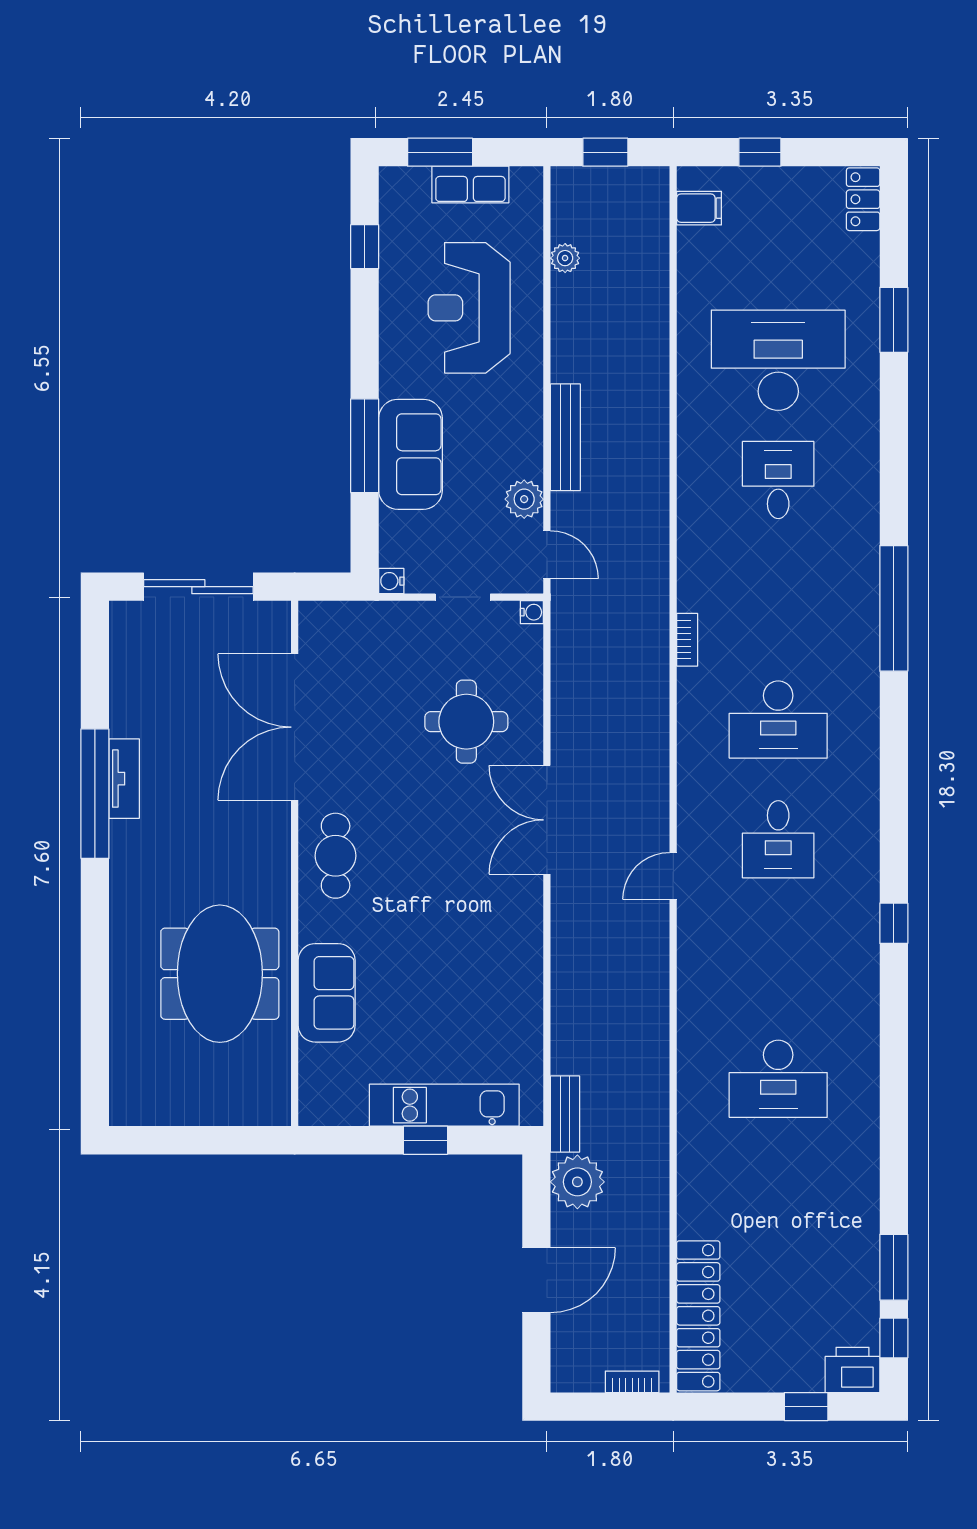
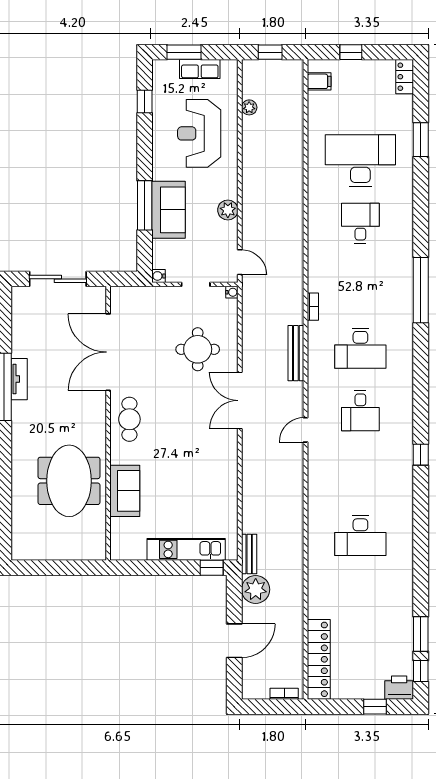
bench: (565, 437) -> (296, 353), moved
plant: (524, 499) -> (228, 210), moved
window: (426, 1140) -> (212, 568), moved

